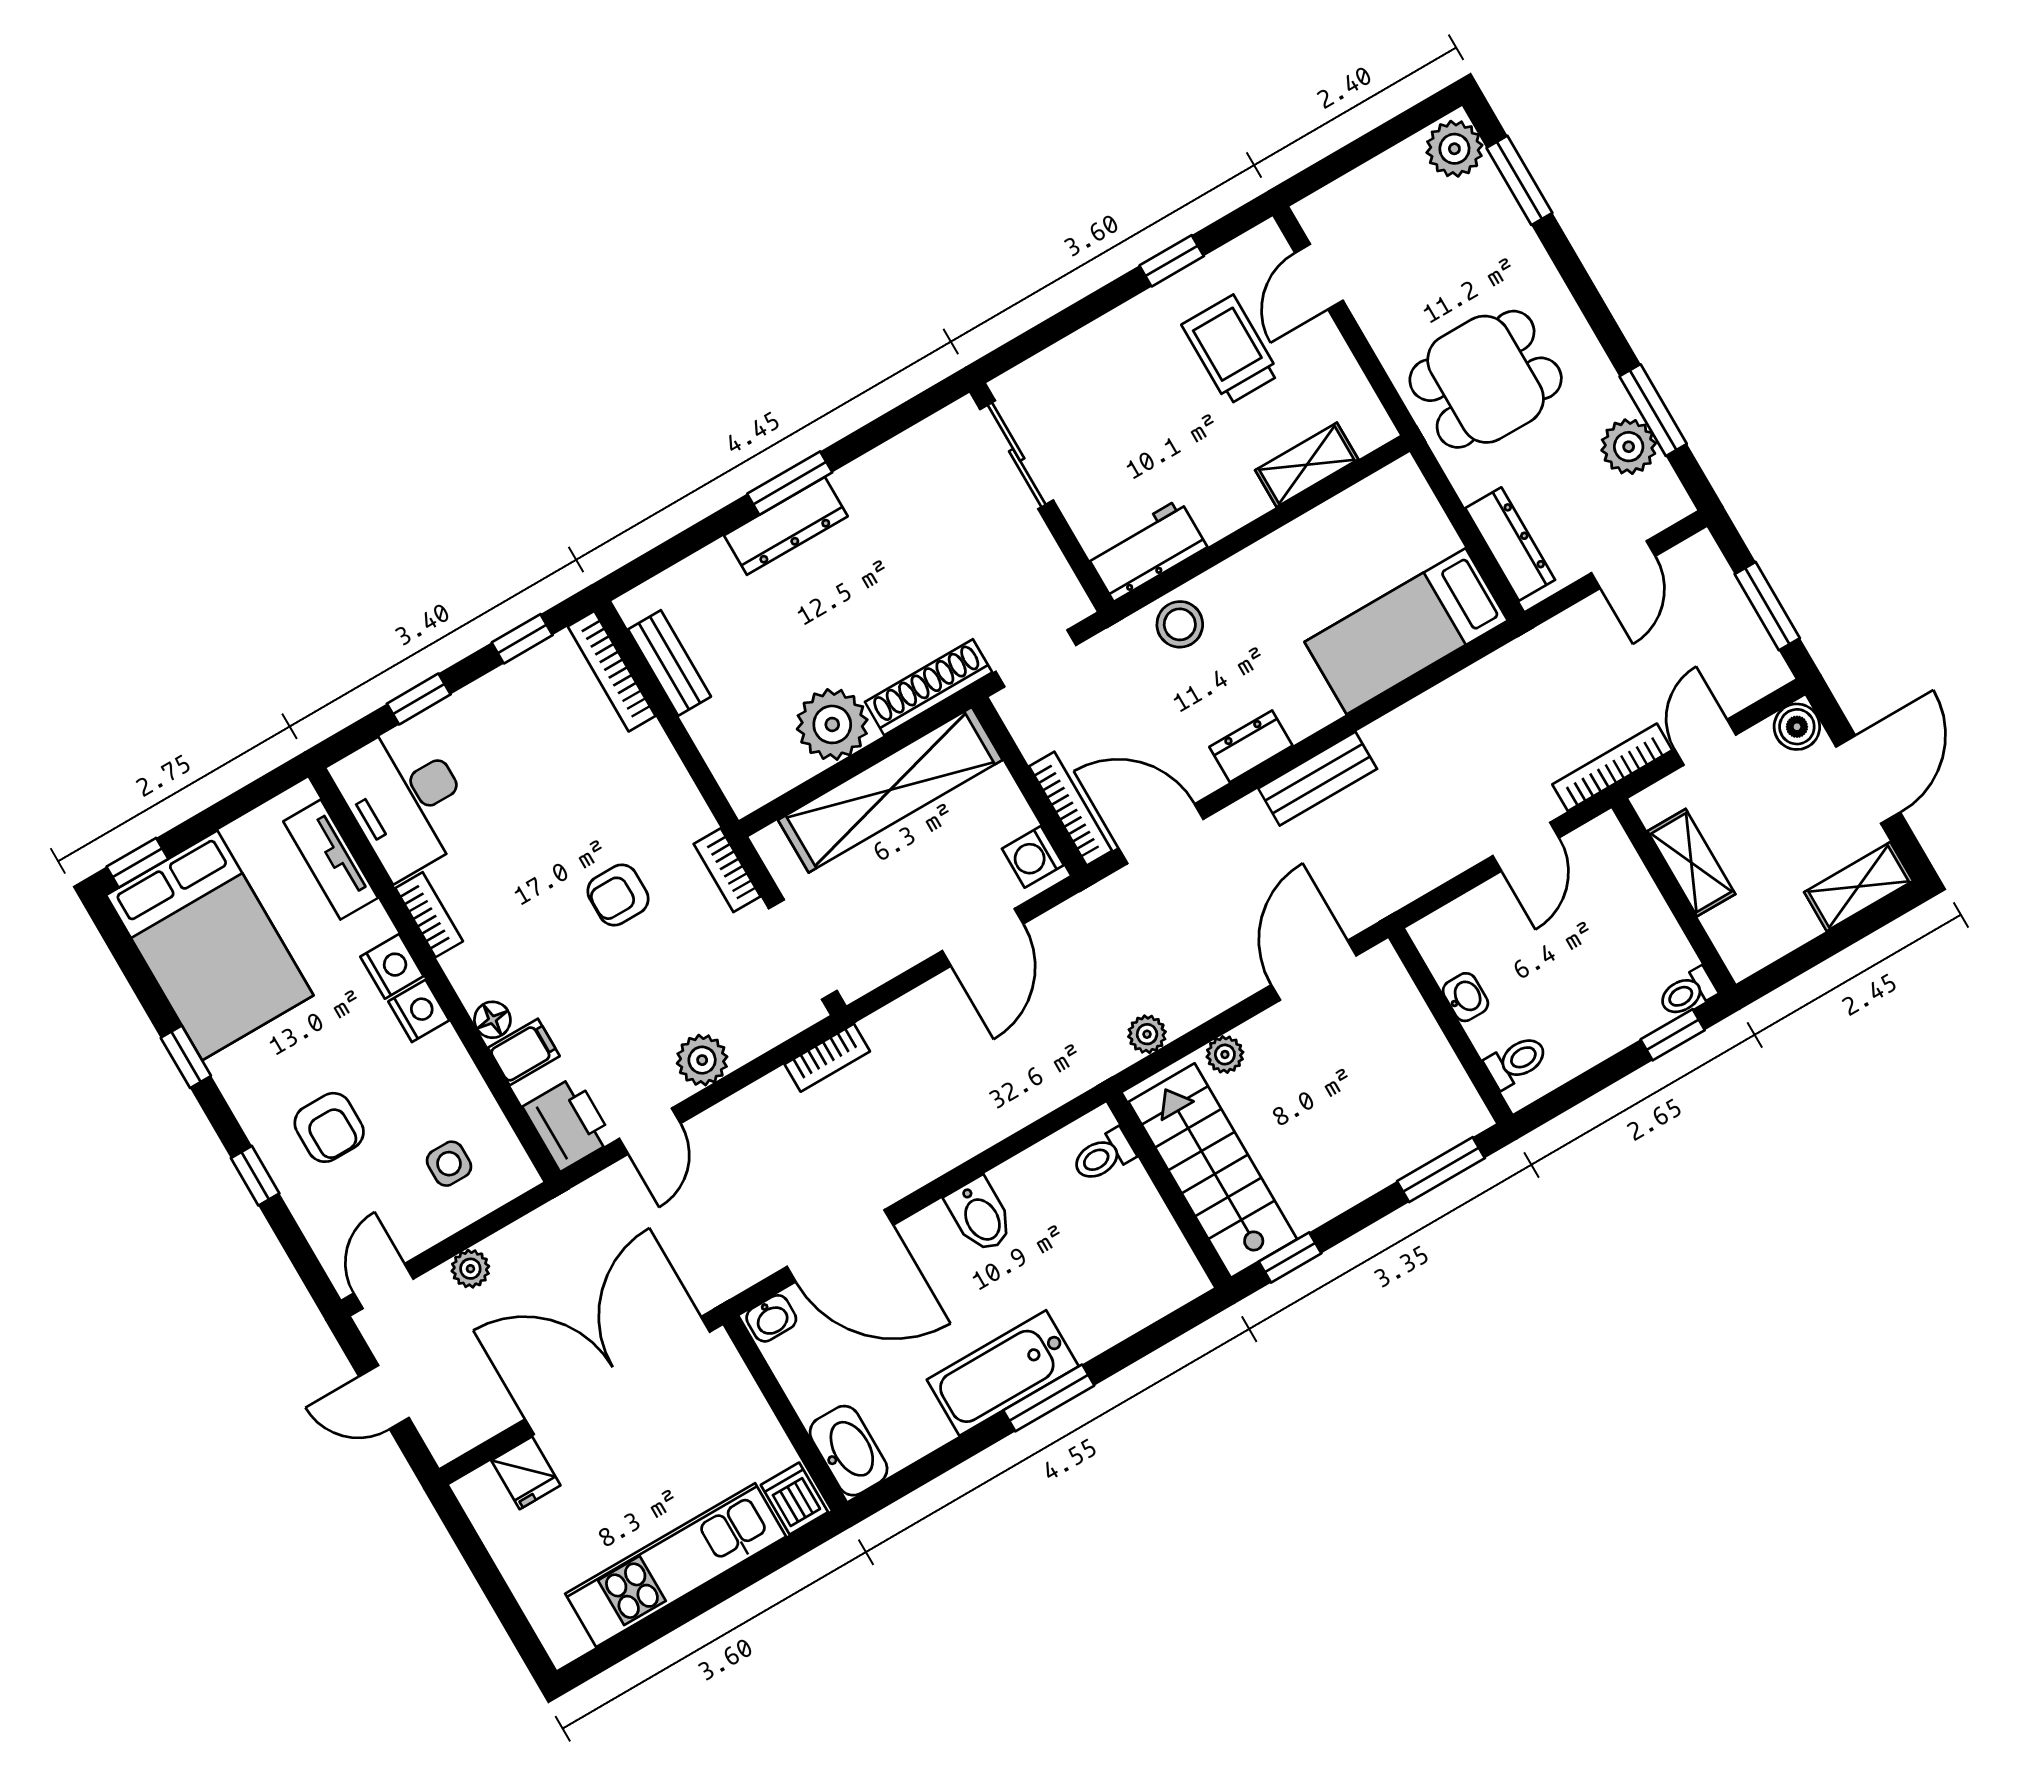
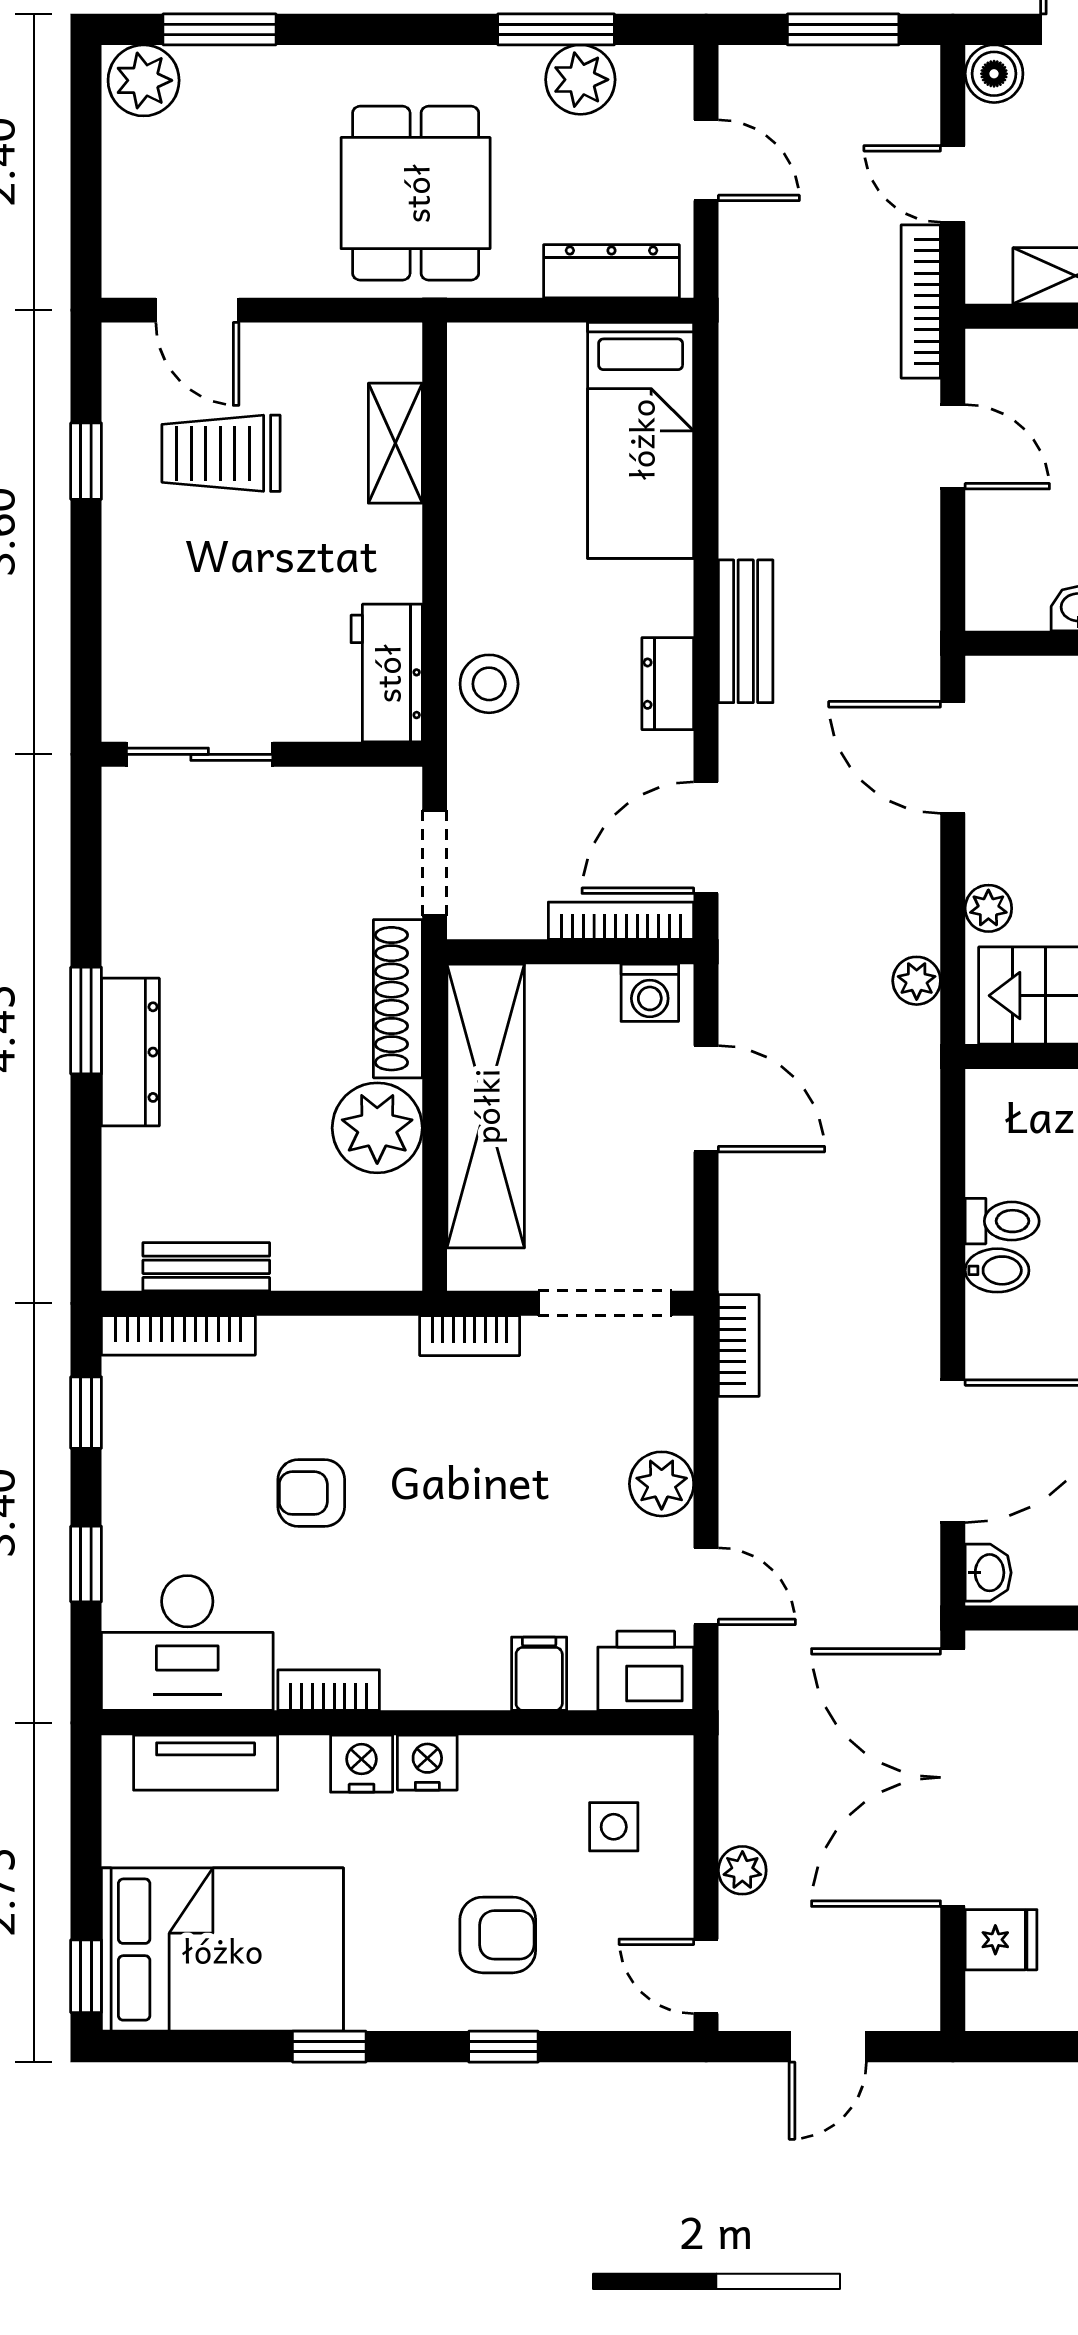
armchair: (618, 895) -> (311, 1493), moved, turned 90
floor lamp: (492, 1020) -> (484, 1688), removed
toilet: (1103, 1156) -> (1002, 1221), moved, turned -90
bidet: (980, 1215) -> (997, 1270), width x0.72, depth x0.74

